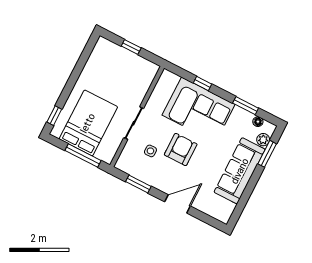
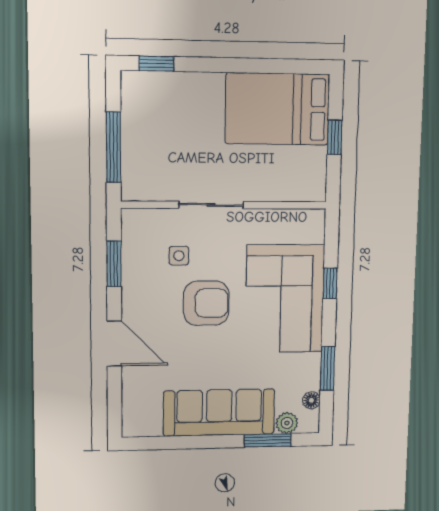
bed: (88, 123) -> (277, 109), moved, turned 180

